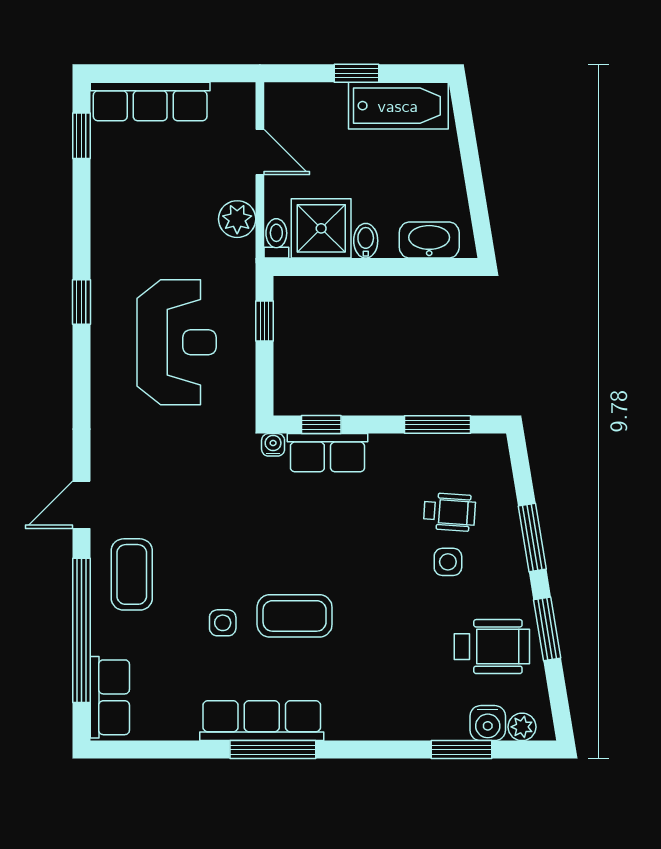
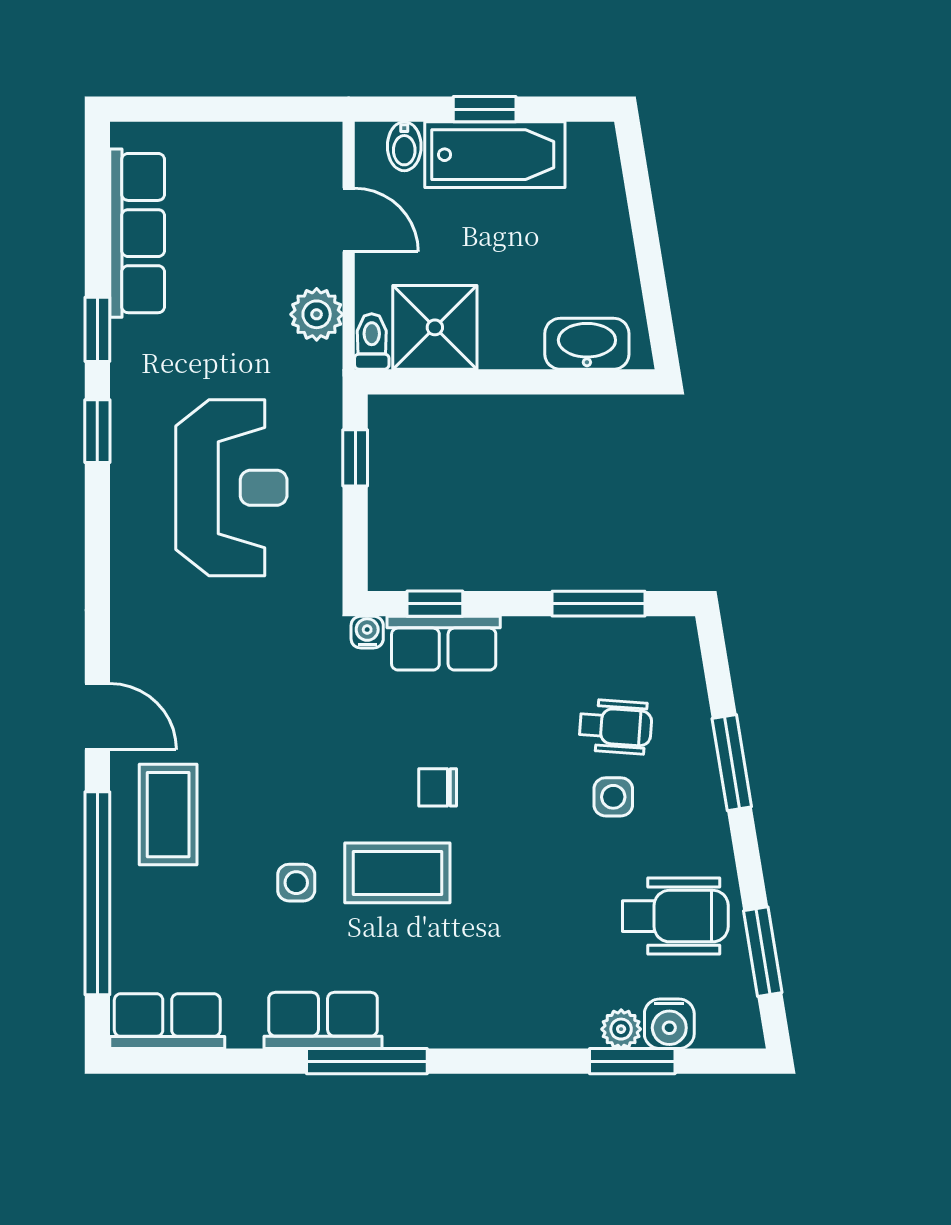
row of seats: (150, 102) -> (137, 233), moved, turned -90
bathtub: (398, 106) -> (495, 155), moved
window: (81, 136) -> (97, 329), moved
bidet: (366, 241) -> (404, 146), moved, turned 180
door: (81, 505) -> (97, 717), swing flipped
chair: (323, 555) -> (438, 787), added
window: (547, 629) -> (763, 952), moved
row of seats: (110, 697) -> (167, 1021), moved, turned -90
row of seats: (262, 721) -> (323, 1020), width x0.68
plant: (522, 727) -> (621, 1029), moved

